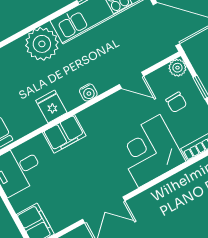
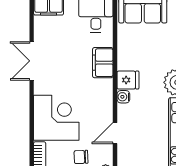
fridge: (51, 107) -> (128, 80), moved

